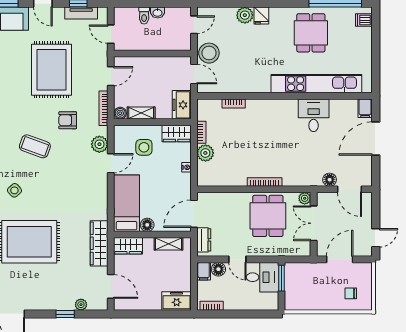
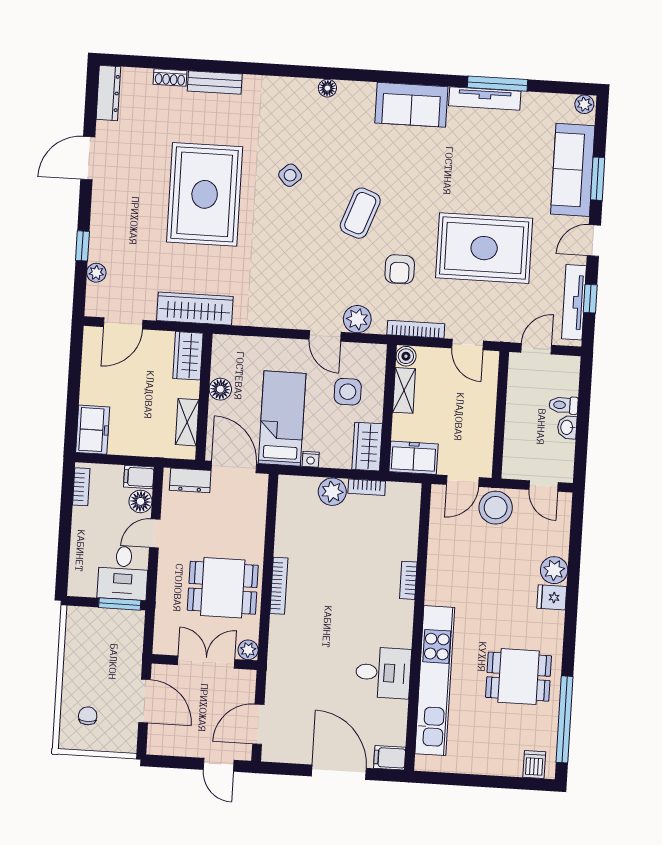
tv unit: (81, 13) -> (574, 302), width x1.41
bookcase: (234, 103) -> (408, 580), moved
armchair: (68, 120) -> (400, 269), turned 180
floor lamp: (330, 180) -> (276, 693), removed
bed: (127, 203) -> (282, 418), moved, turned -90
door: (376, 238) -> (219, 765), moved

